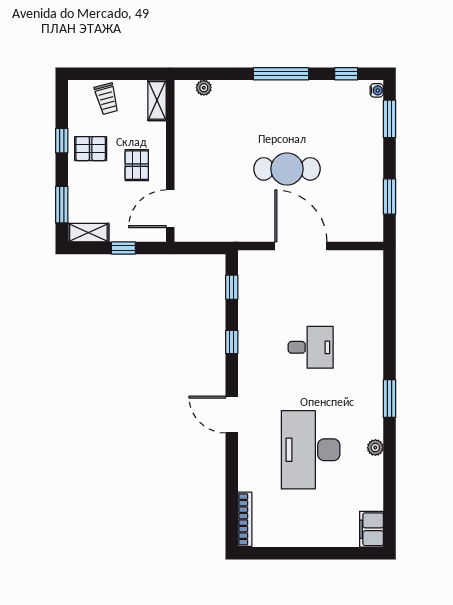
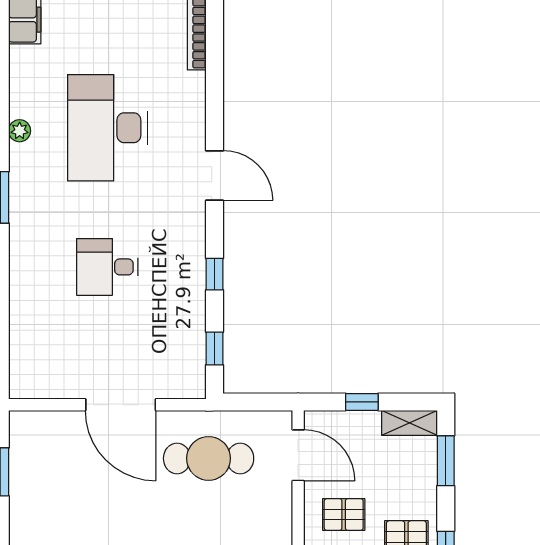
pallet: (137, 165) -> (344, 515), turned 90
cafe table: (287, 169) -> (209, 458), moved
door: (170, 209) -> (298, 455), hinge flipped
desk: (311, 450) -> (107, 128), turned 180

